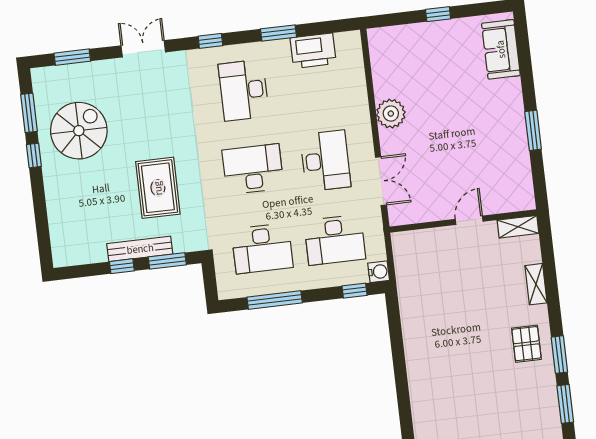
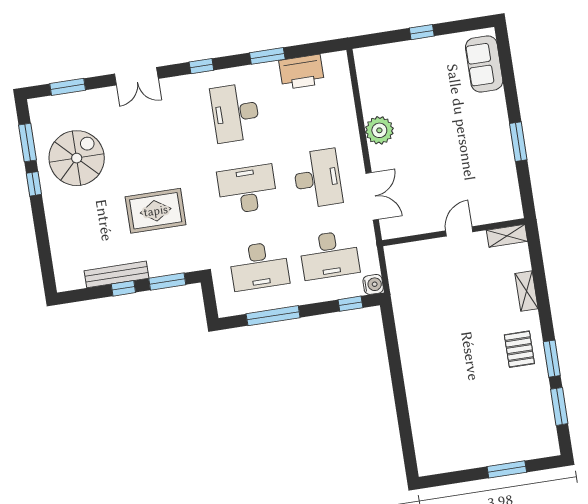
double door: (143, 49) -> (136, 76), swing flipped
rug: (158, 188) -> (156, 211), turned 90
bench: (140, 249) -> (117, 274), moved

